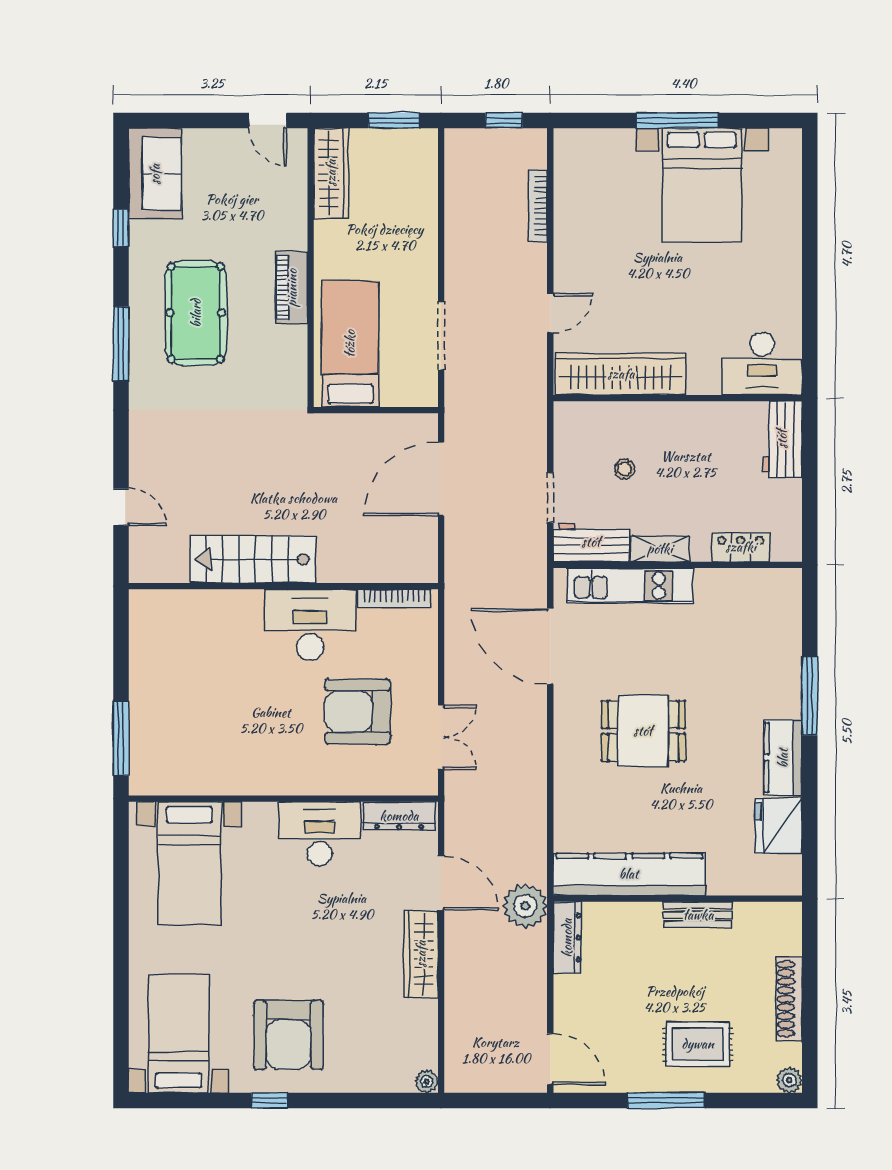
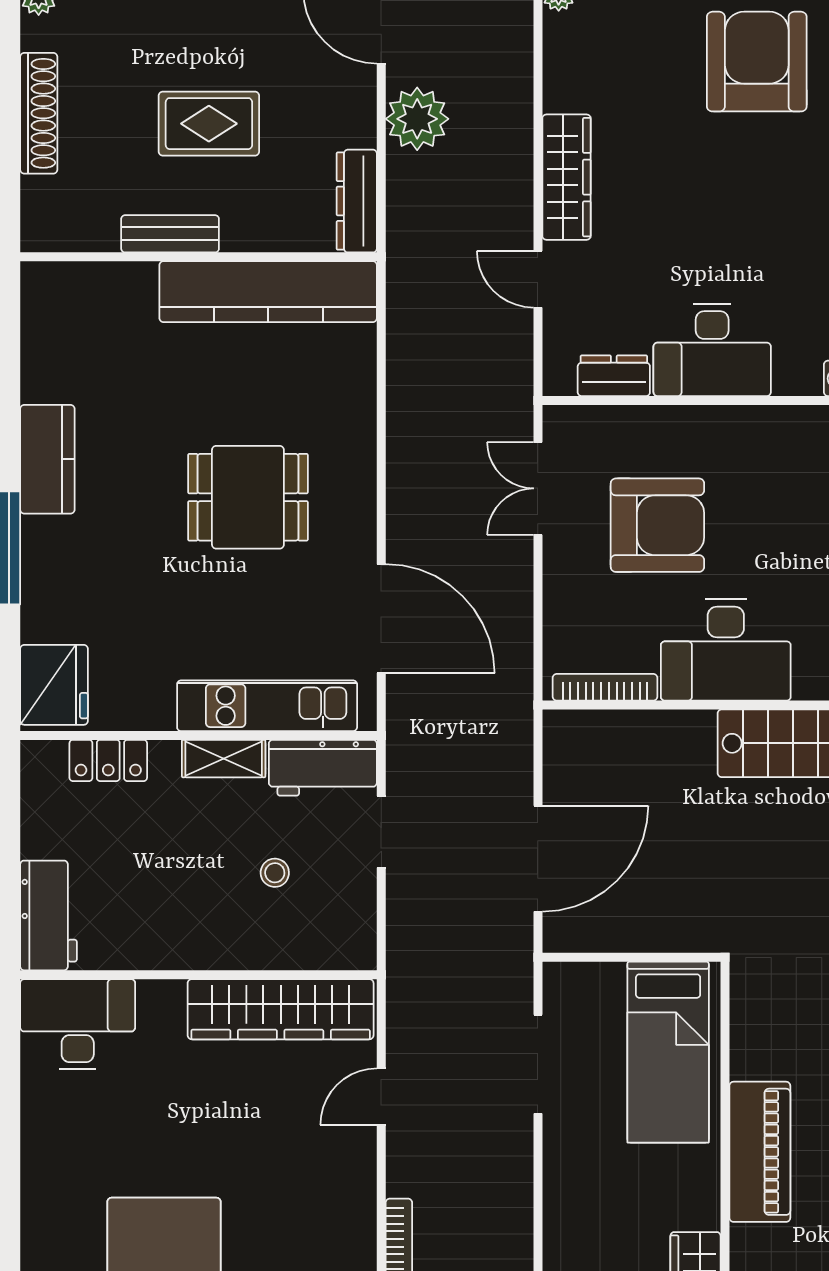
piano: (292, 288) -> (760, 1152), width x1.37, depth x1.33
dresser: (399, 816) -> (614, 376), width x0.70
fridge: (778, 826) -> (54, 685), moved
door: (441, 883) -> (538, 279), width x0.73
plant: (525, 906) -> (417, 119), moved
rug: (698, 1044) -> (209, 124), moved

